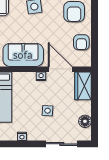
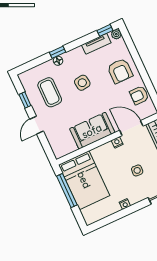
armchair: (81, 42) -> (139, 95), turned 90

